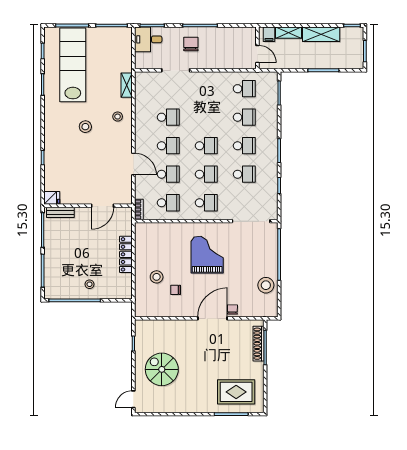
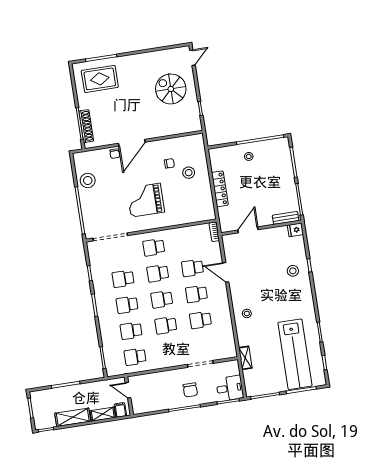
shelving: (127, 85) -> (245, 358), moved
stool: (85, 127) -> (293, 271), moved
school desk: (168, 203) -> (166, 325), moved
grand piano: (207, 255) -> (146, 200), turned 90
spiral stairs: (162, 369) -> (171, 89), turned 180

